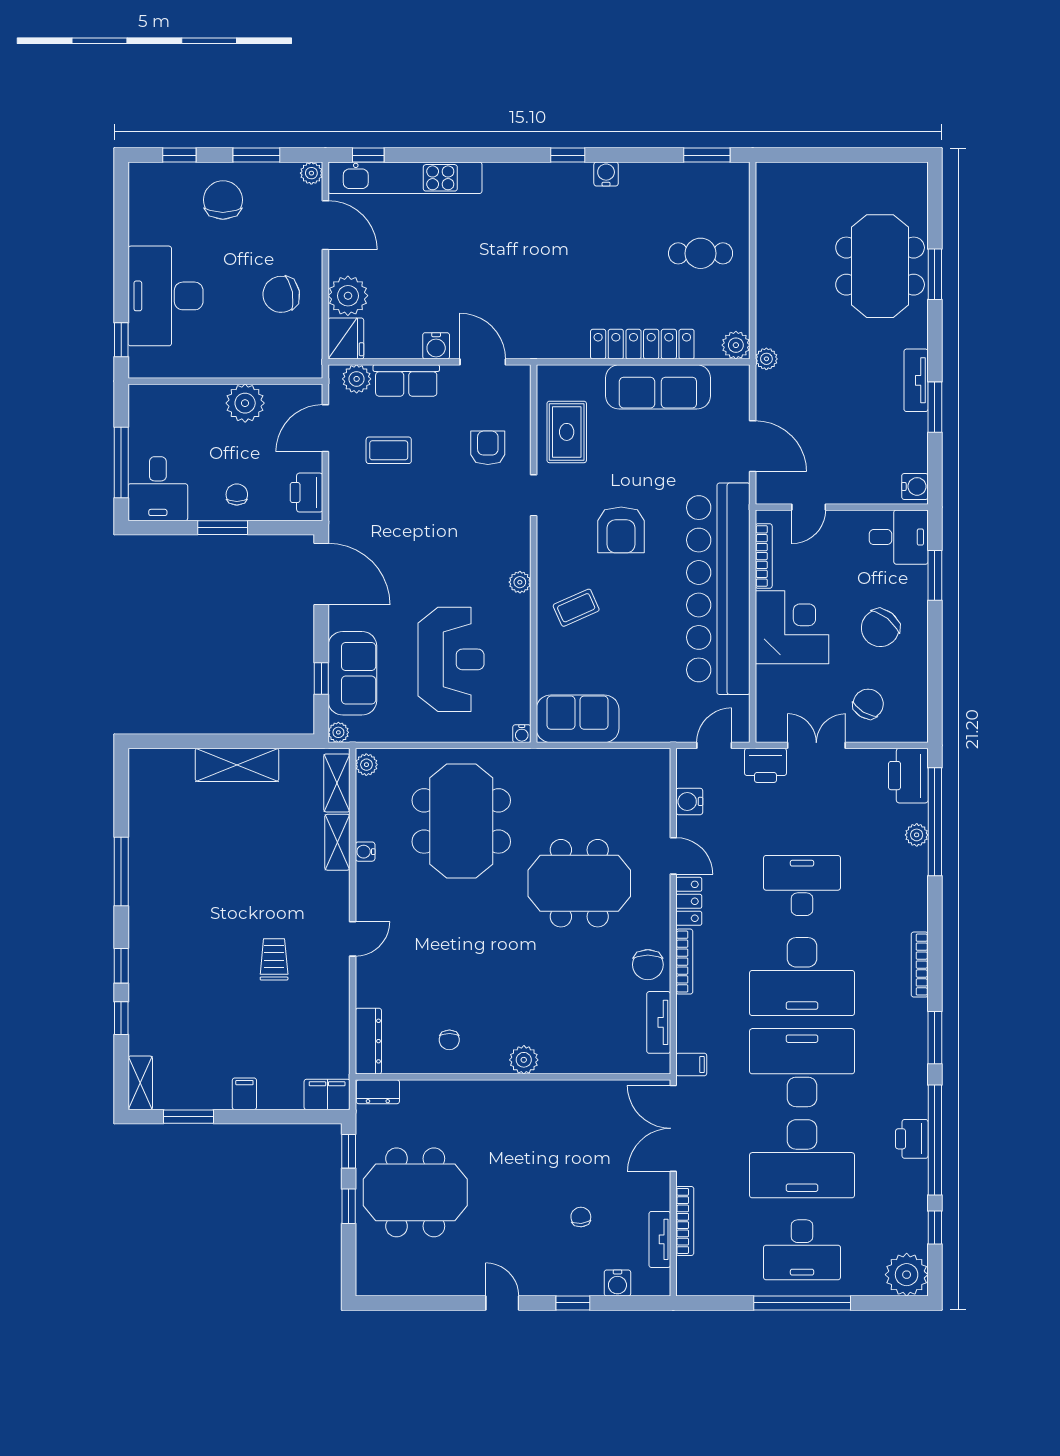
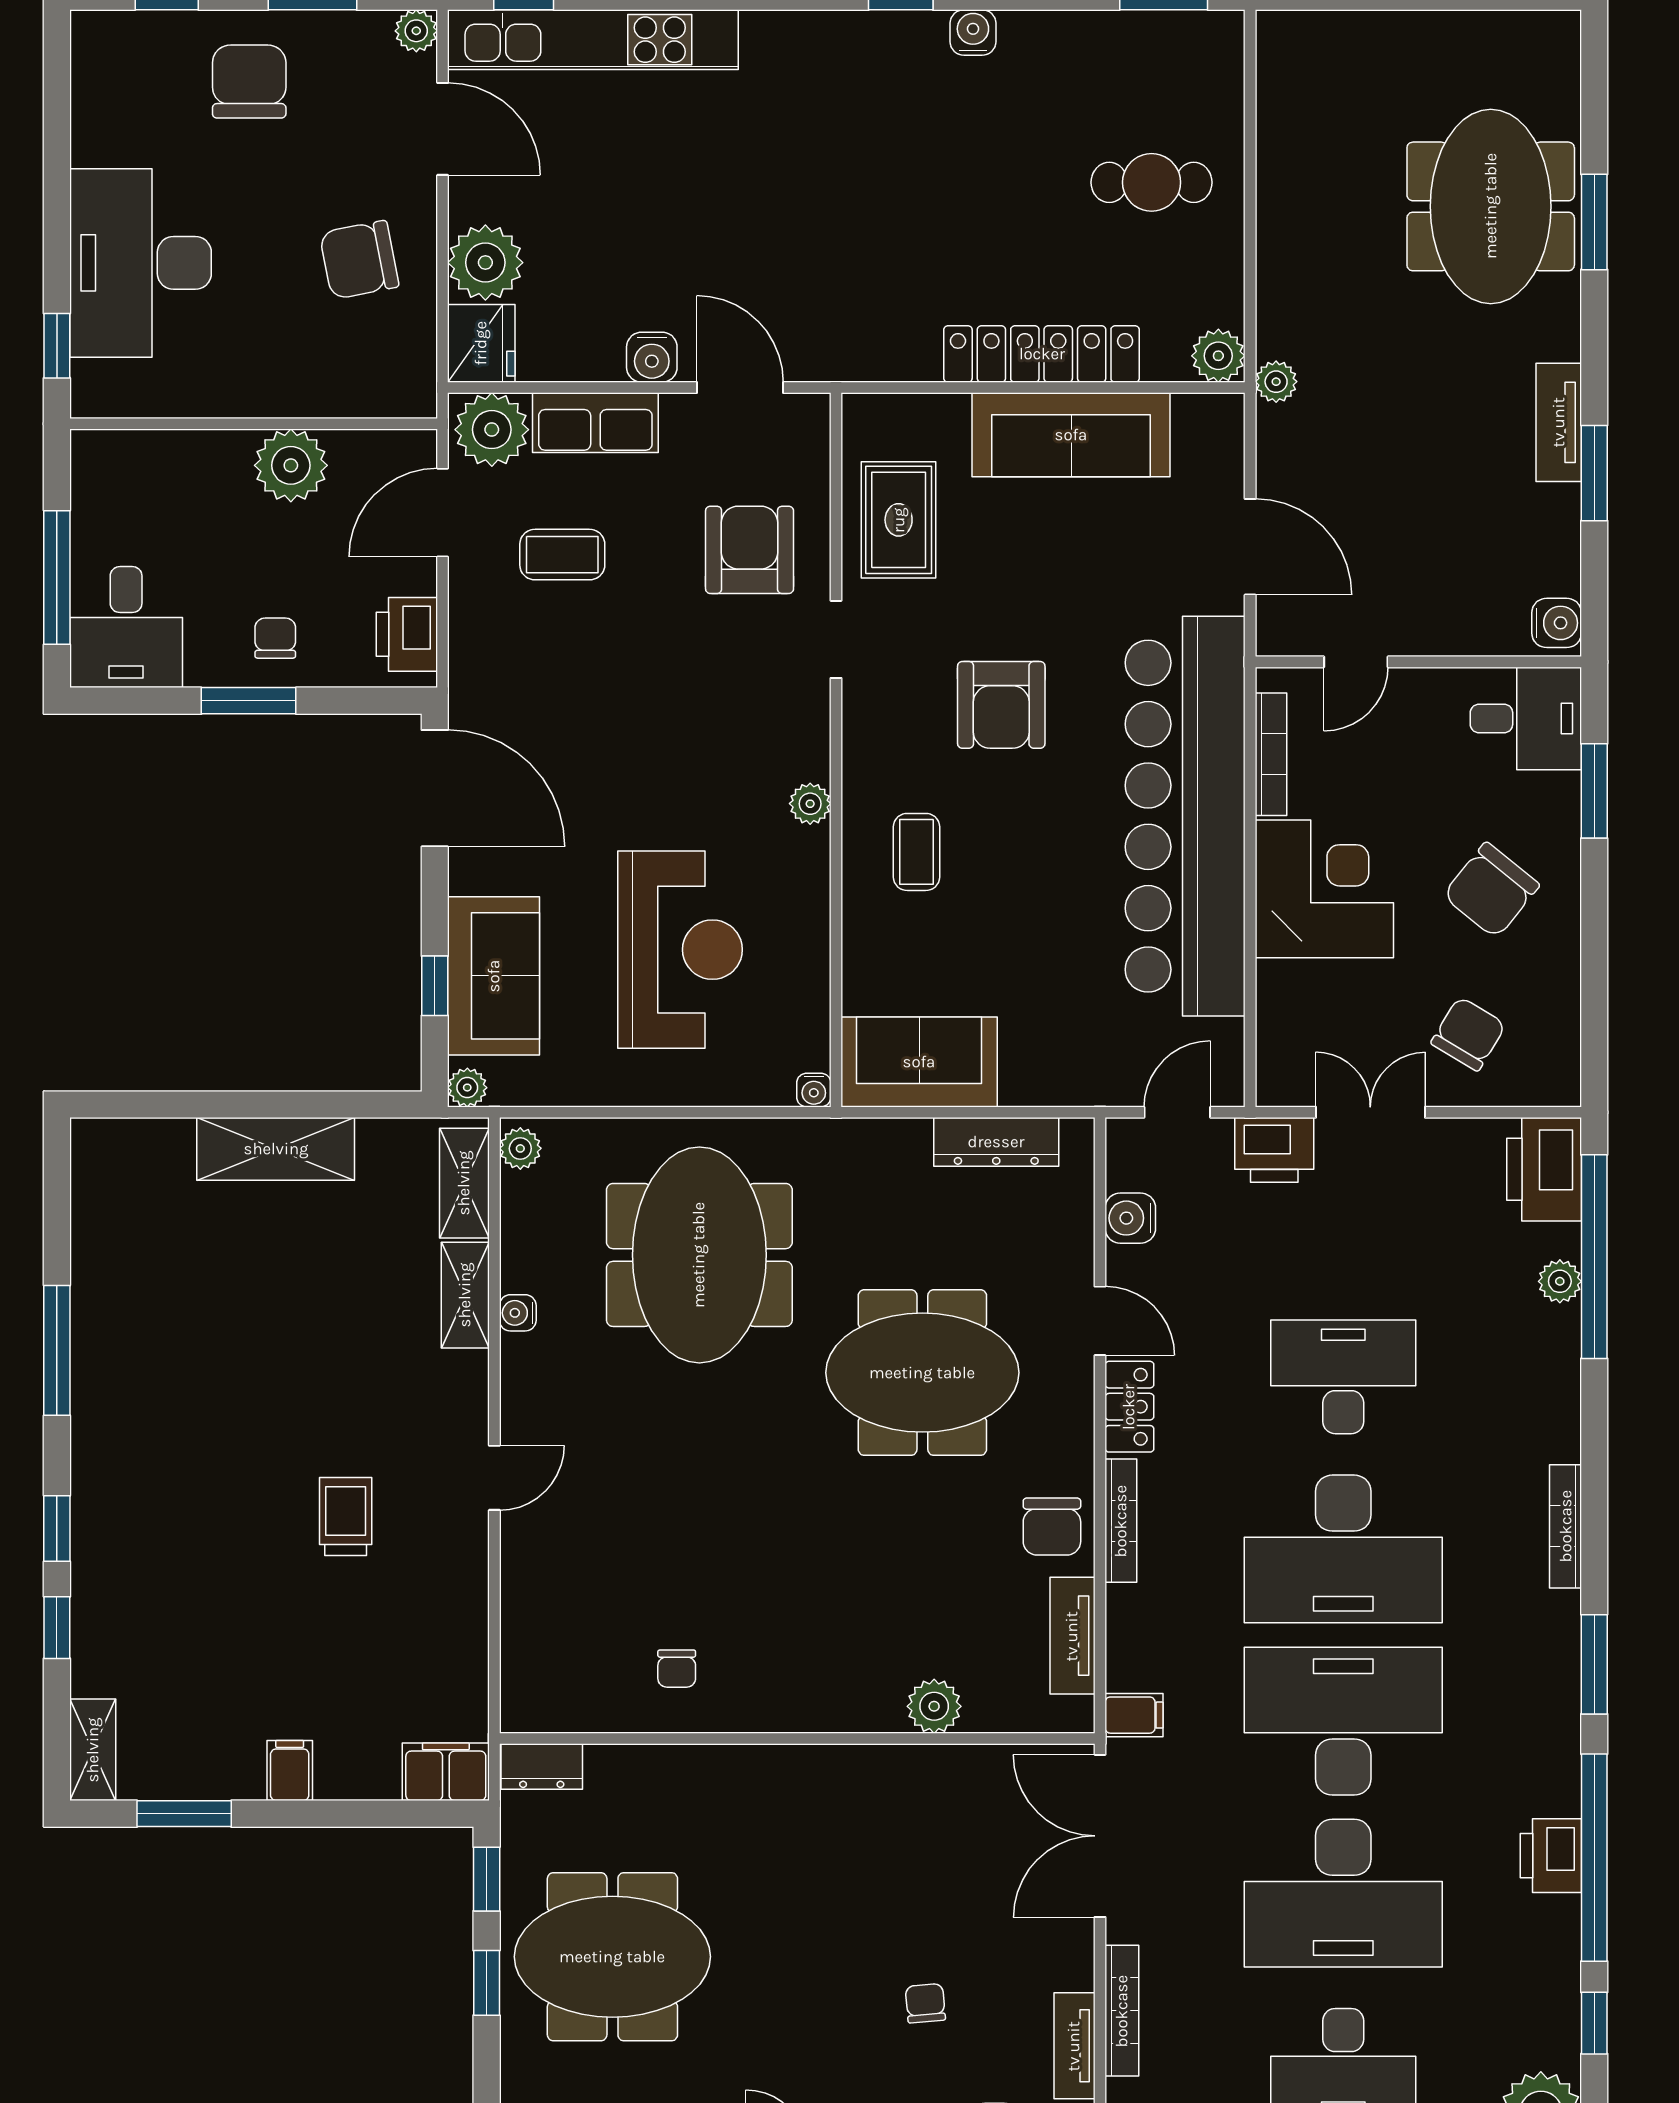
plant: (357, 379) -> (492, 430), width x1.36, depth x1.36
armchair: (488, 448) -> (750, 550), width x1.38, depth x1.38
coffee table: (576, 608) -> (917, 852), turned -66
dresser: (368, 1041) -> (996, 1142), moved, turned 90
plant: (524, 1060) -> (934, 1706), moved

